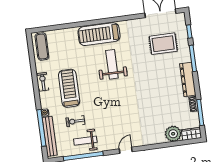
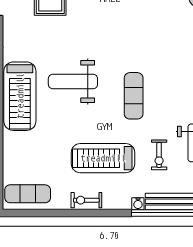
exercise mat: (108, 101) -> (134, 96), added

